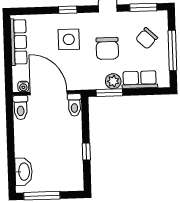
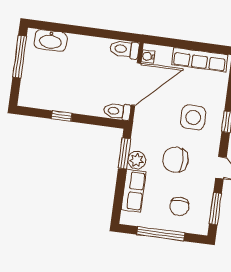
chair: (147, 38) -> (179, 206), turned -133

